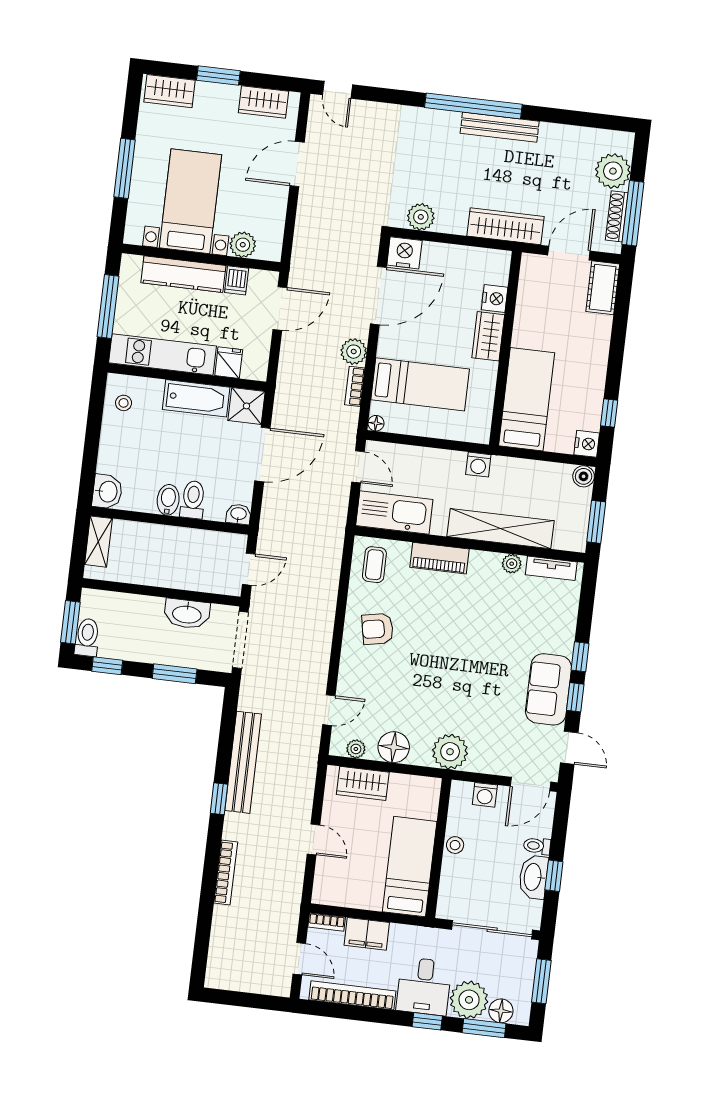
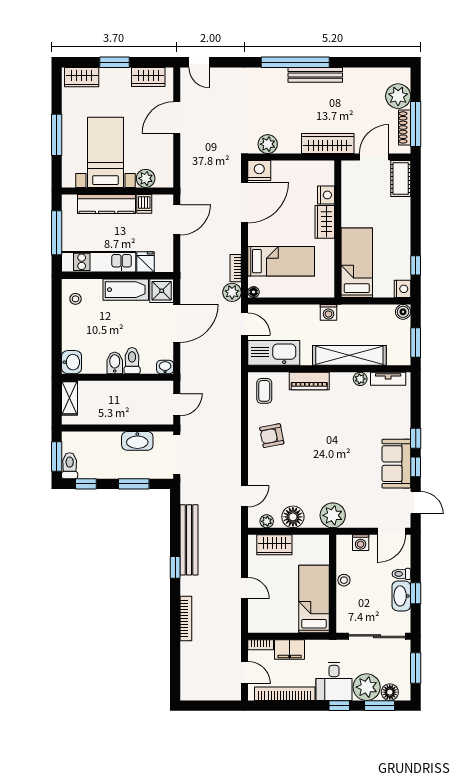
plant: (354, 352) -> (232, 292), moved

